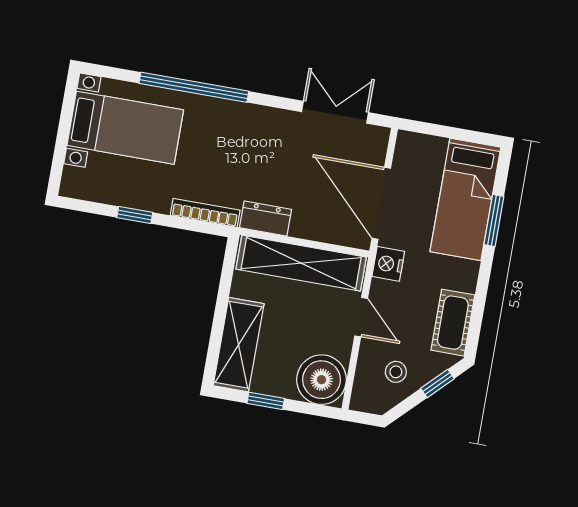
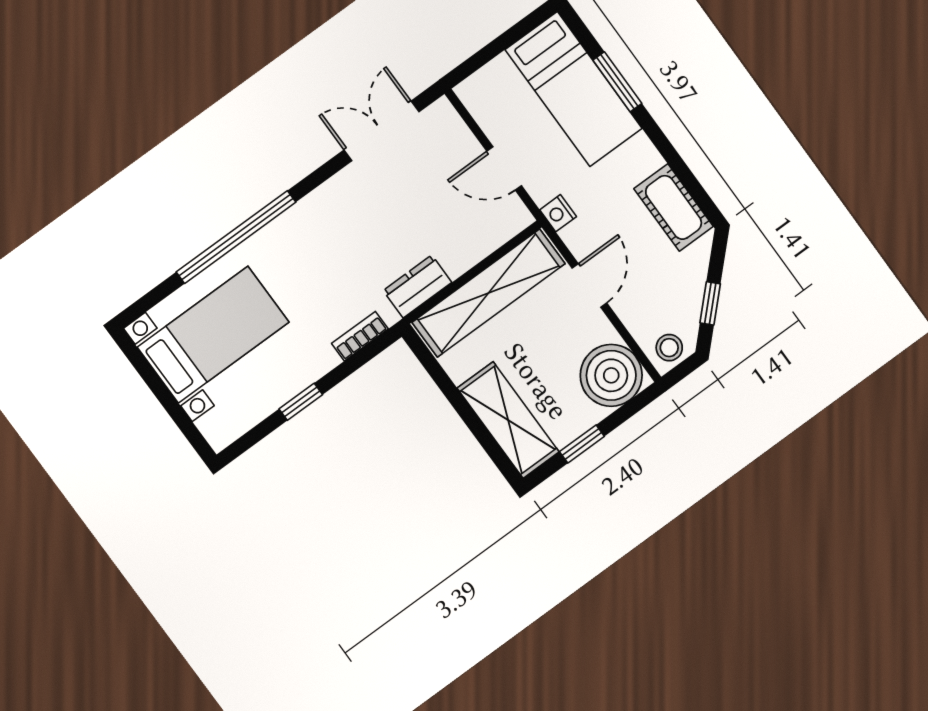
door: (381, 203) -> (504, 168), width x0.53
bookcase: (205, 213) -> (360, 336), width x0.64
nightstand: (388, 264) -> (558, 213), width x0.72, depth x0.74
door: (361, 317) -> (589, 286), hinge flipped
stool: (396, 372) -> (669, 348), moved
window: (437, 383) -> (710, 303), moved

